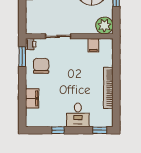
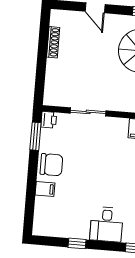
chair: (41, 66) -> (51, 165), moved, turned 90
filing cabinet: (32, 98) -> (45, 189), width x0.50

